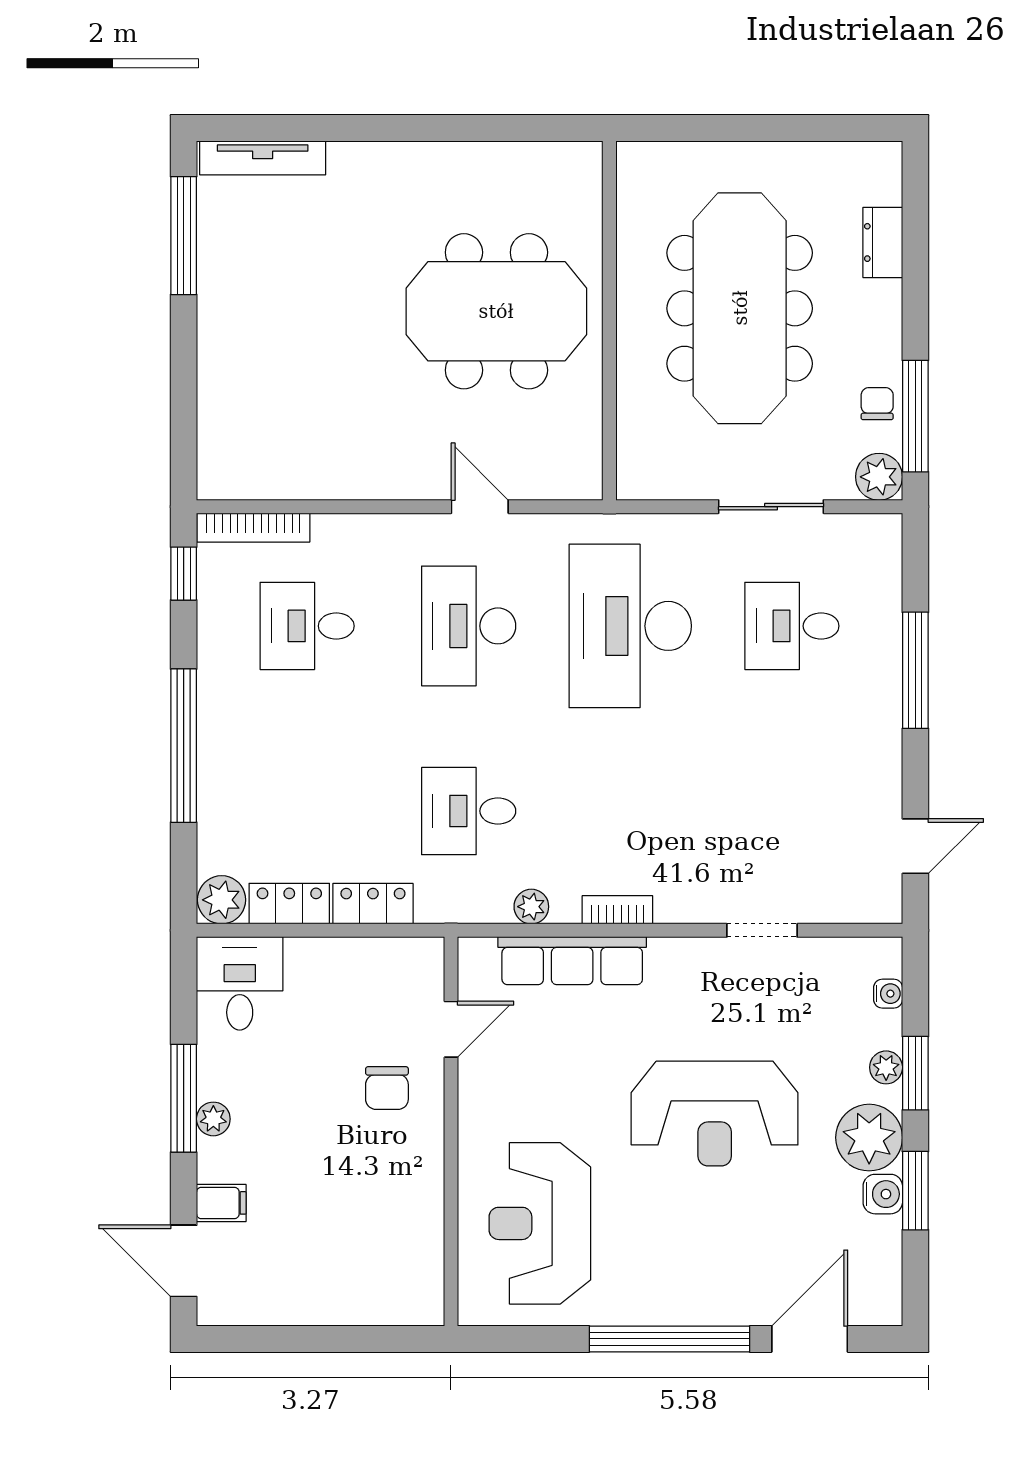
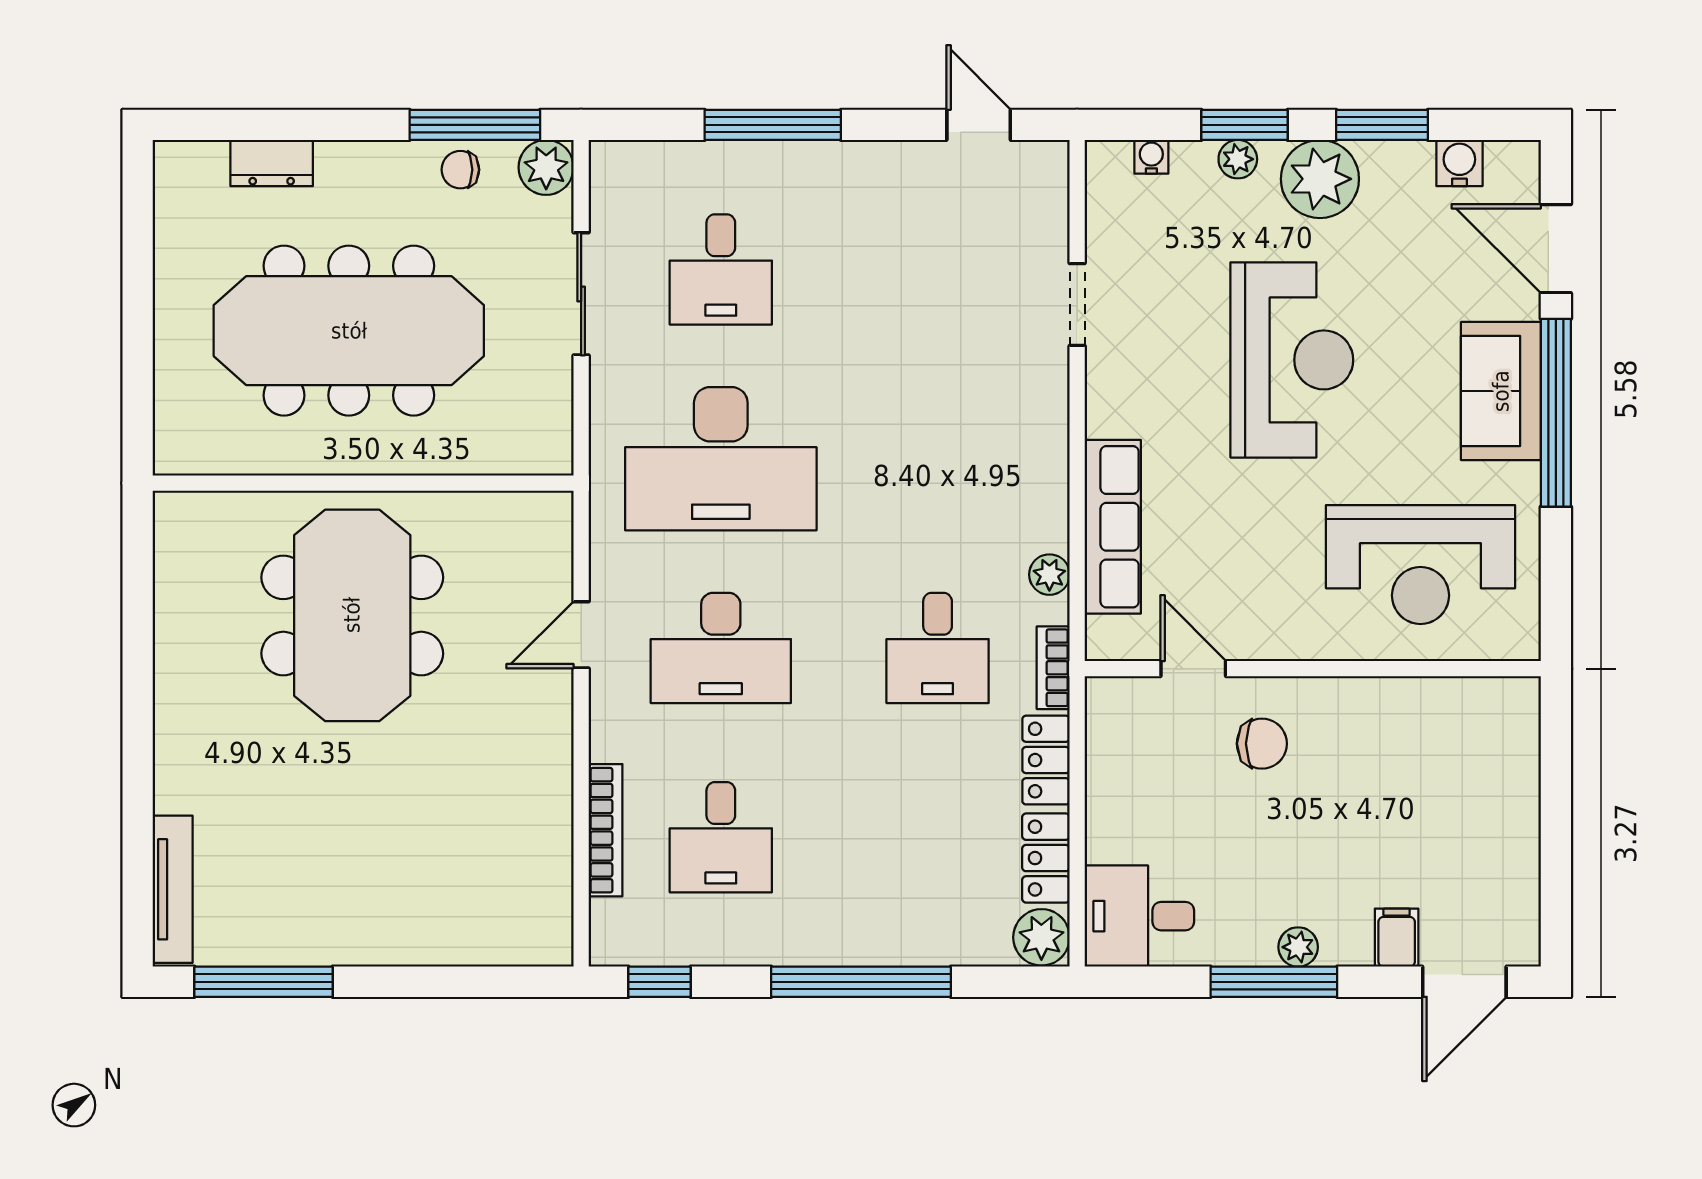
bookcase: (253, 528) -> (606, 830), moved
bookcase: (617, 910) -> (1053, 668), moved
water cooler: (883, 1194) -> (1459, 163), moved
sofa: (688, 1292) -> (1501, 391), added

